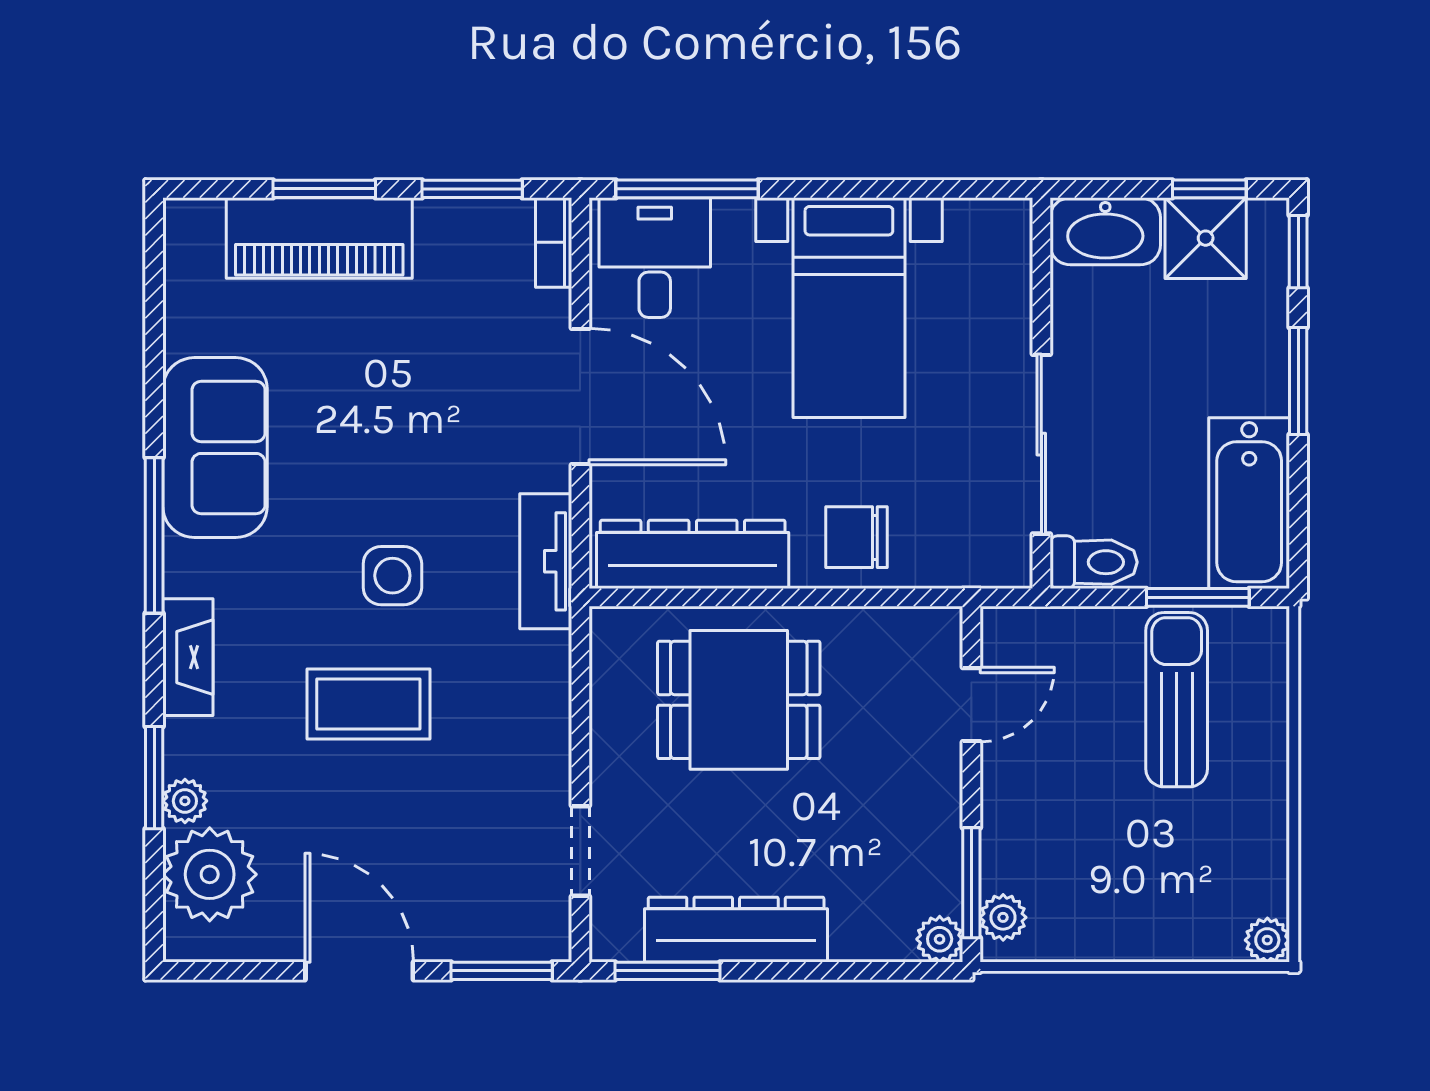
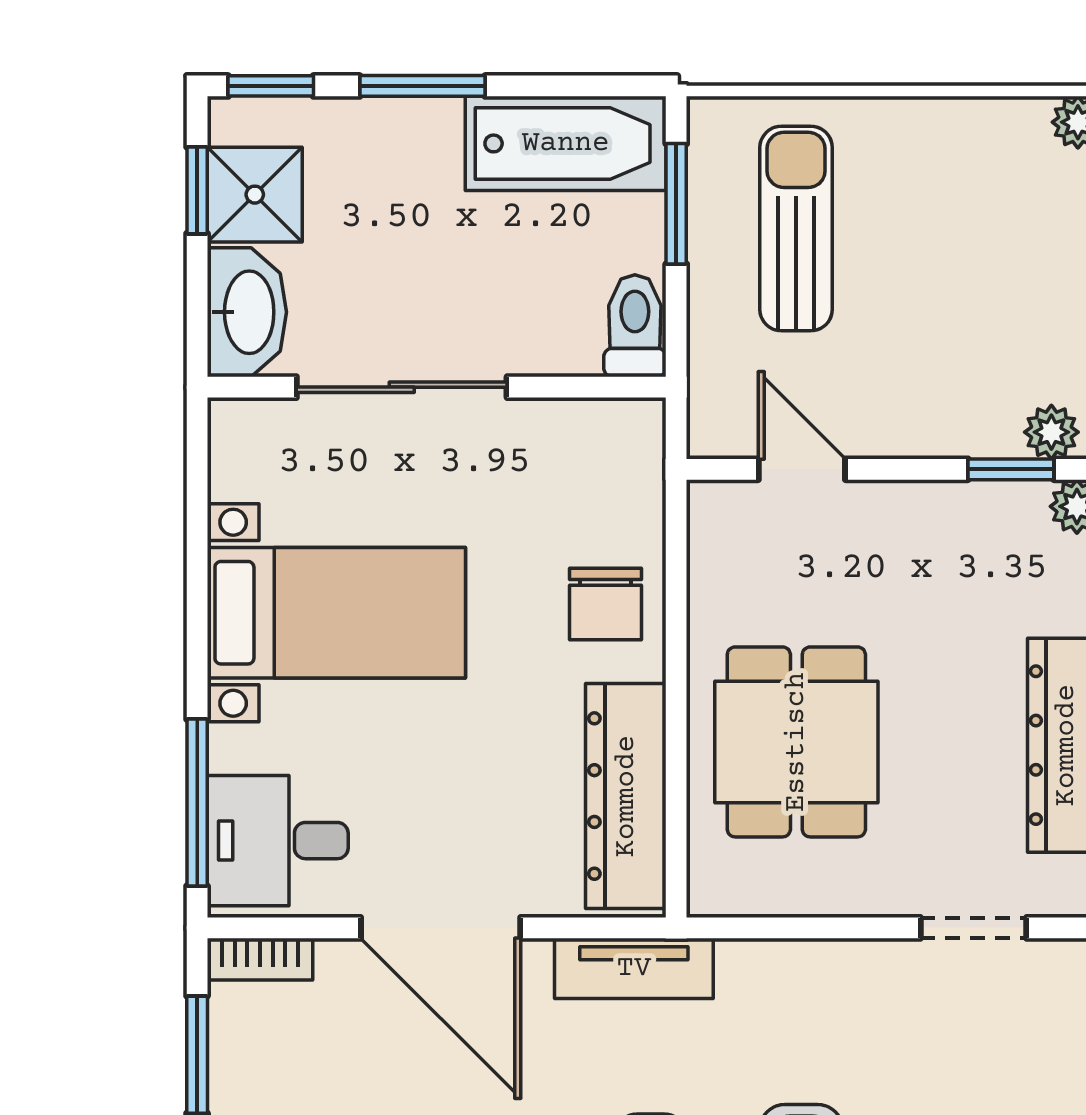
door: (580, 397) -> (441, 928), swing flipped
sliding door: (1041, 444) -> (402, 387), moved
sun lounger: (1177, 700) -> (796, 229), turned 90
window: (971, 883) -> (1011, 469), width x0.67

